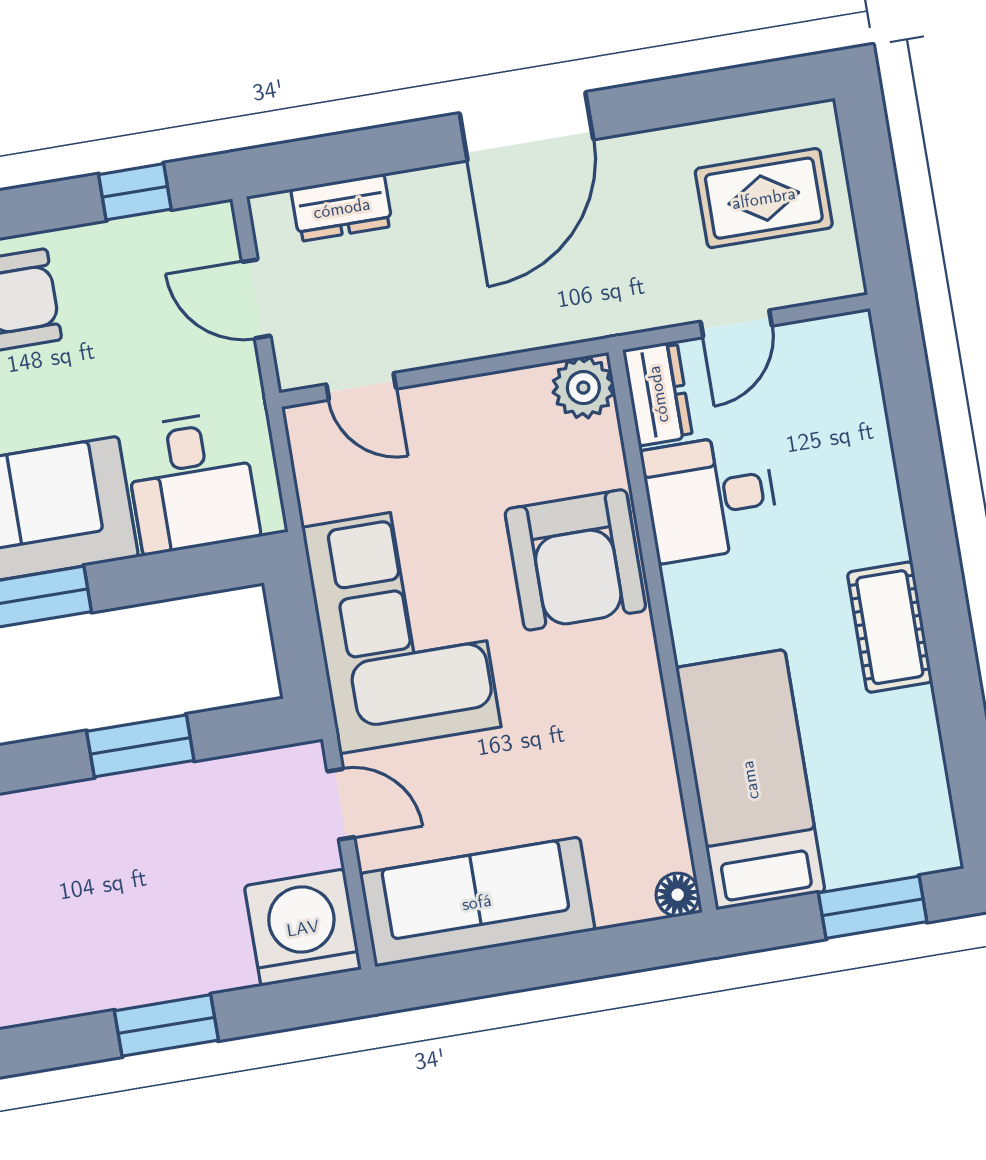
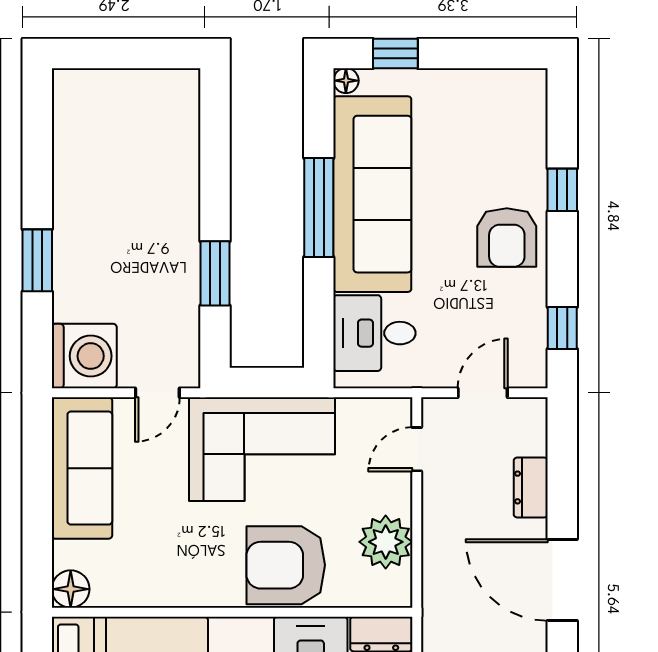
dresser: (342, 208) -> (531, 487), moved
plant: (583, 388) -> (386, 542), moved, width x1.36, depth x1.36
floor lamp: (678, 895) -> (71, 589), width x1.37, depth x1.37

